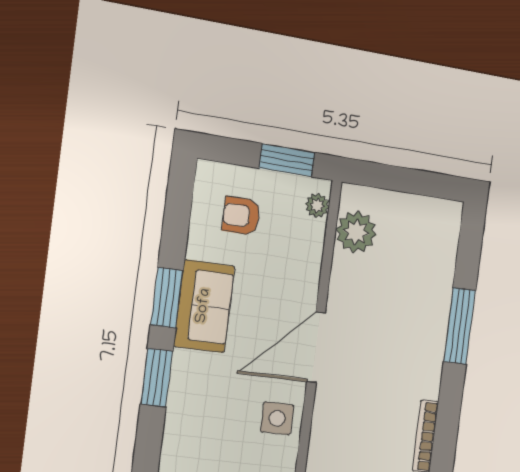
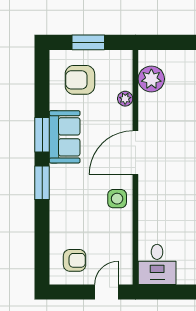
window: (287, 160) -> (88, 42), moved
plant: (317, 205) -> (125, 99), moved
armchair: (241, 216) -> (80, 80), width x1.38, depth x1.38

